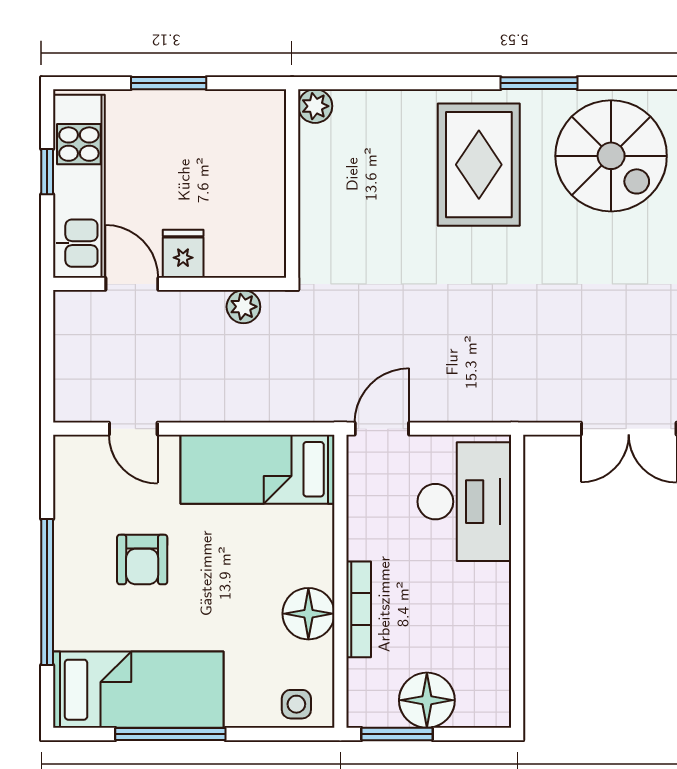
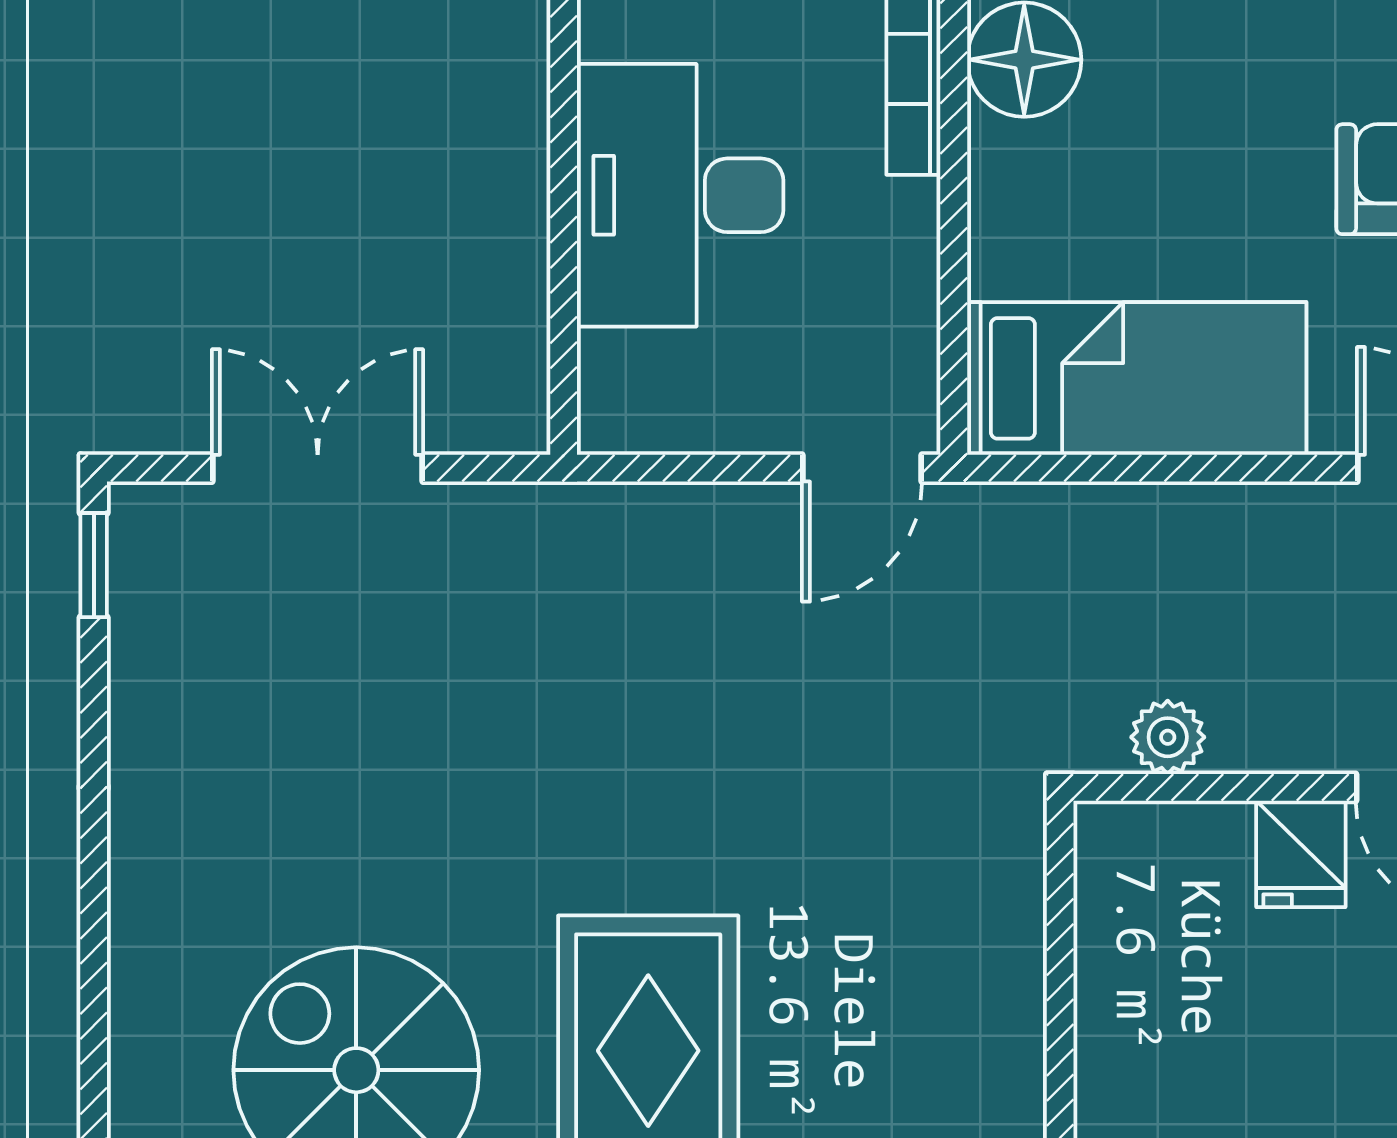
desk: (464, 502) -> (680, 195), moved

